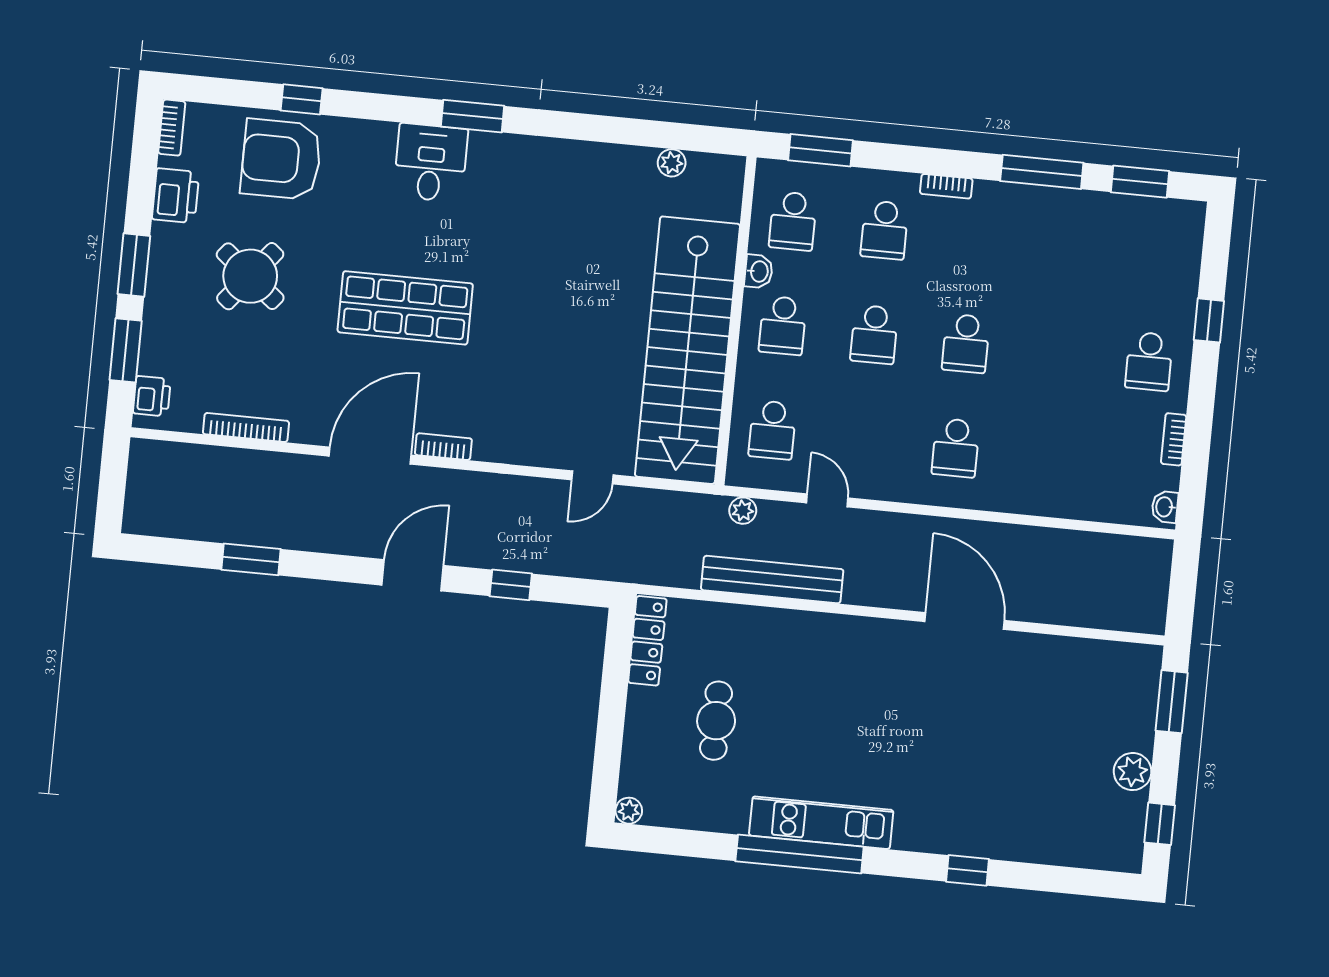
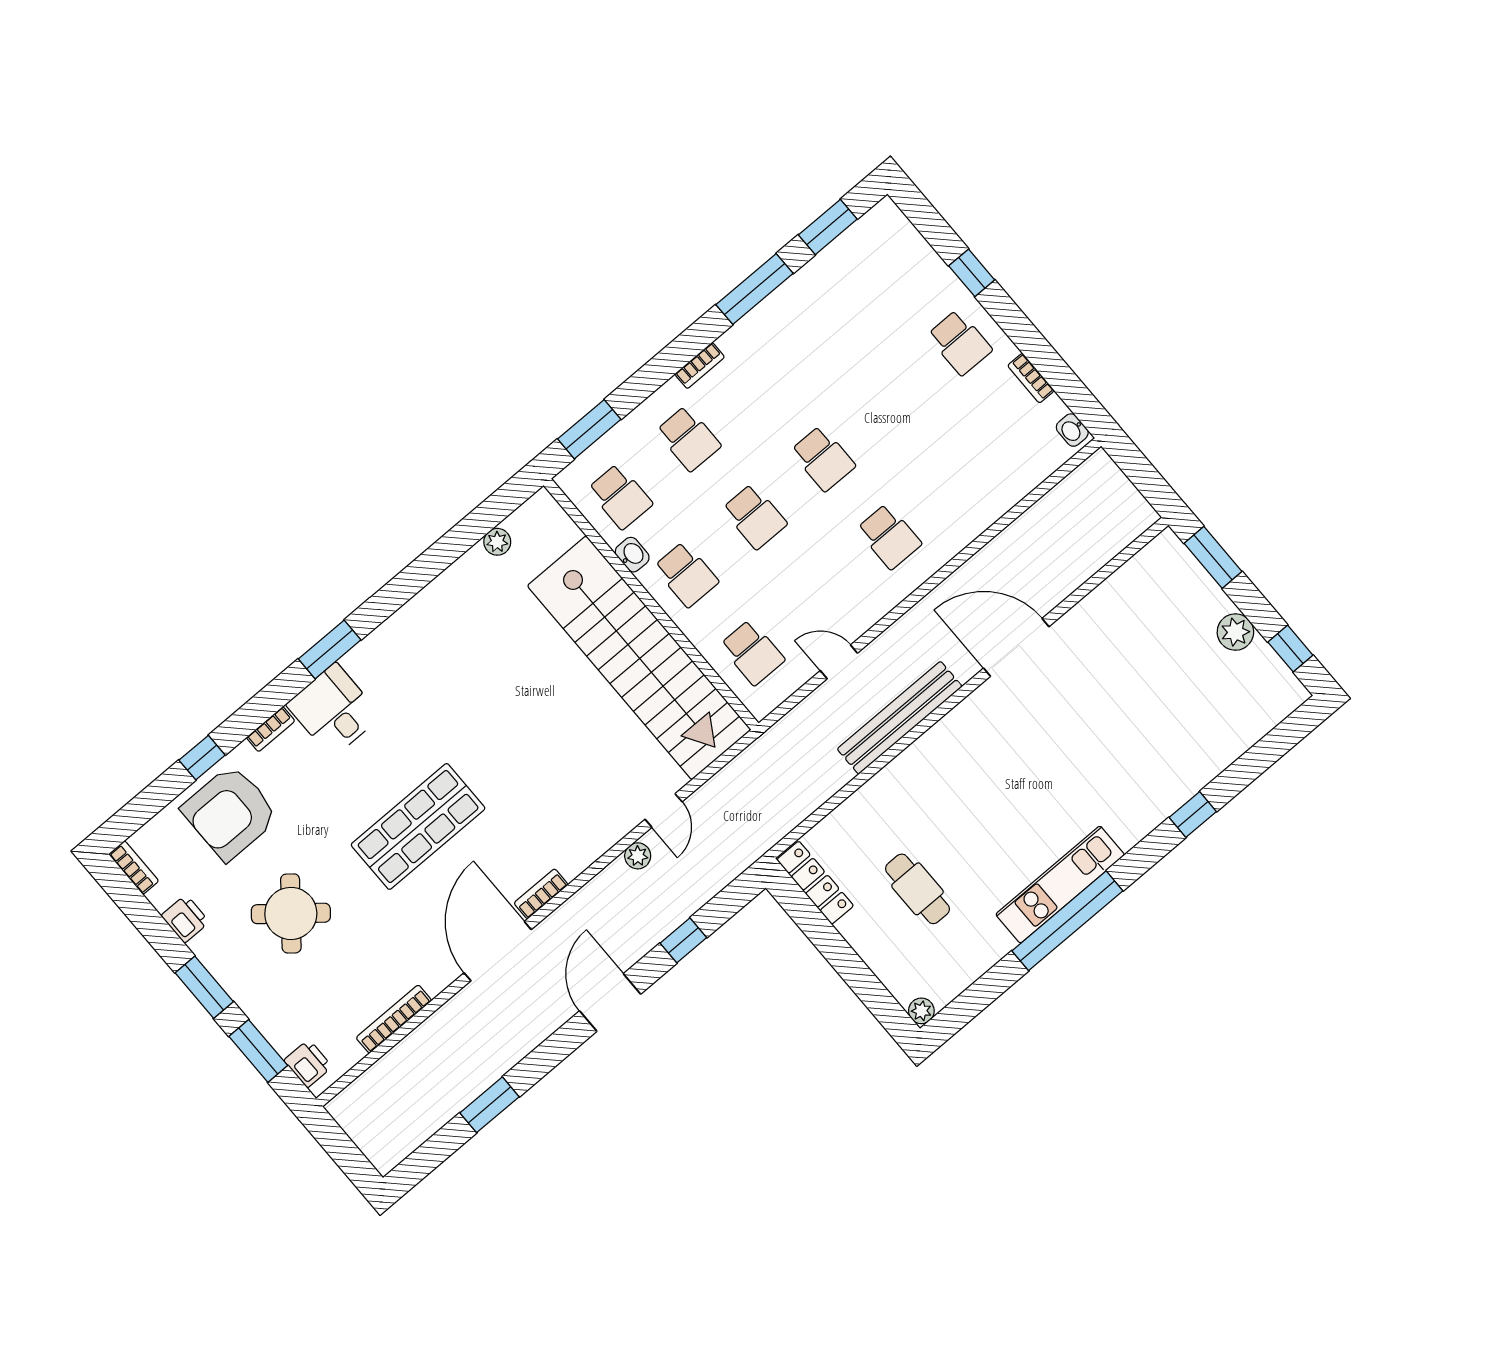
bookcase: (372, 130) -> (271, 729), added
printer: (176, 196) -> (185, 919), width x0.73, depth x0.81
plant: (743, 511) -> (638, 856), moved
bench: (772, 580) -> (900, 718), moved

